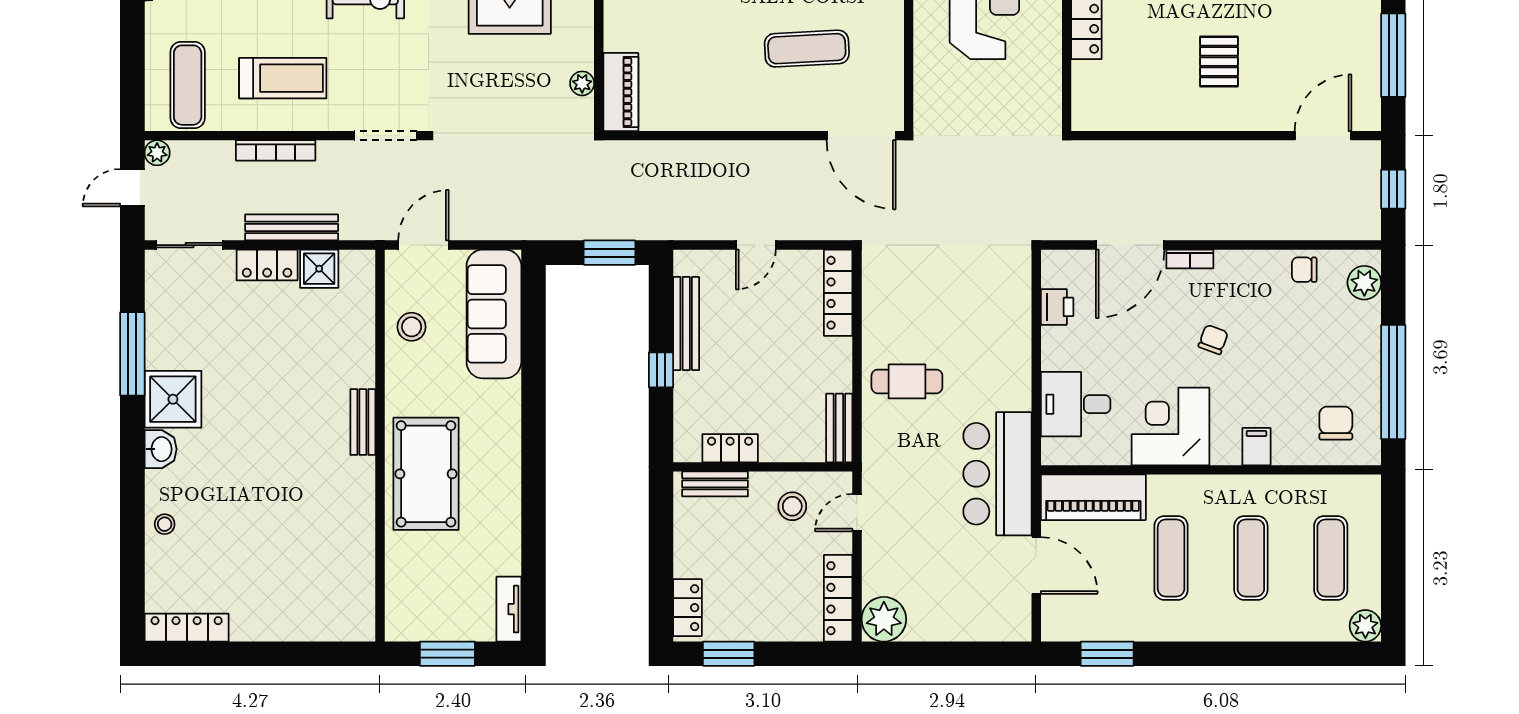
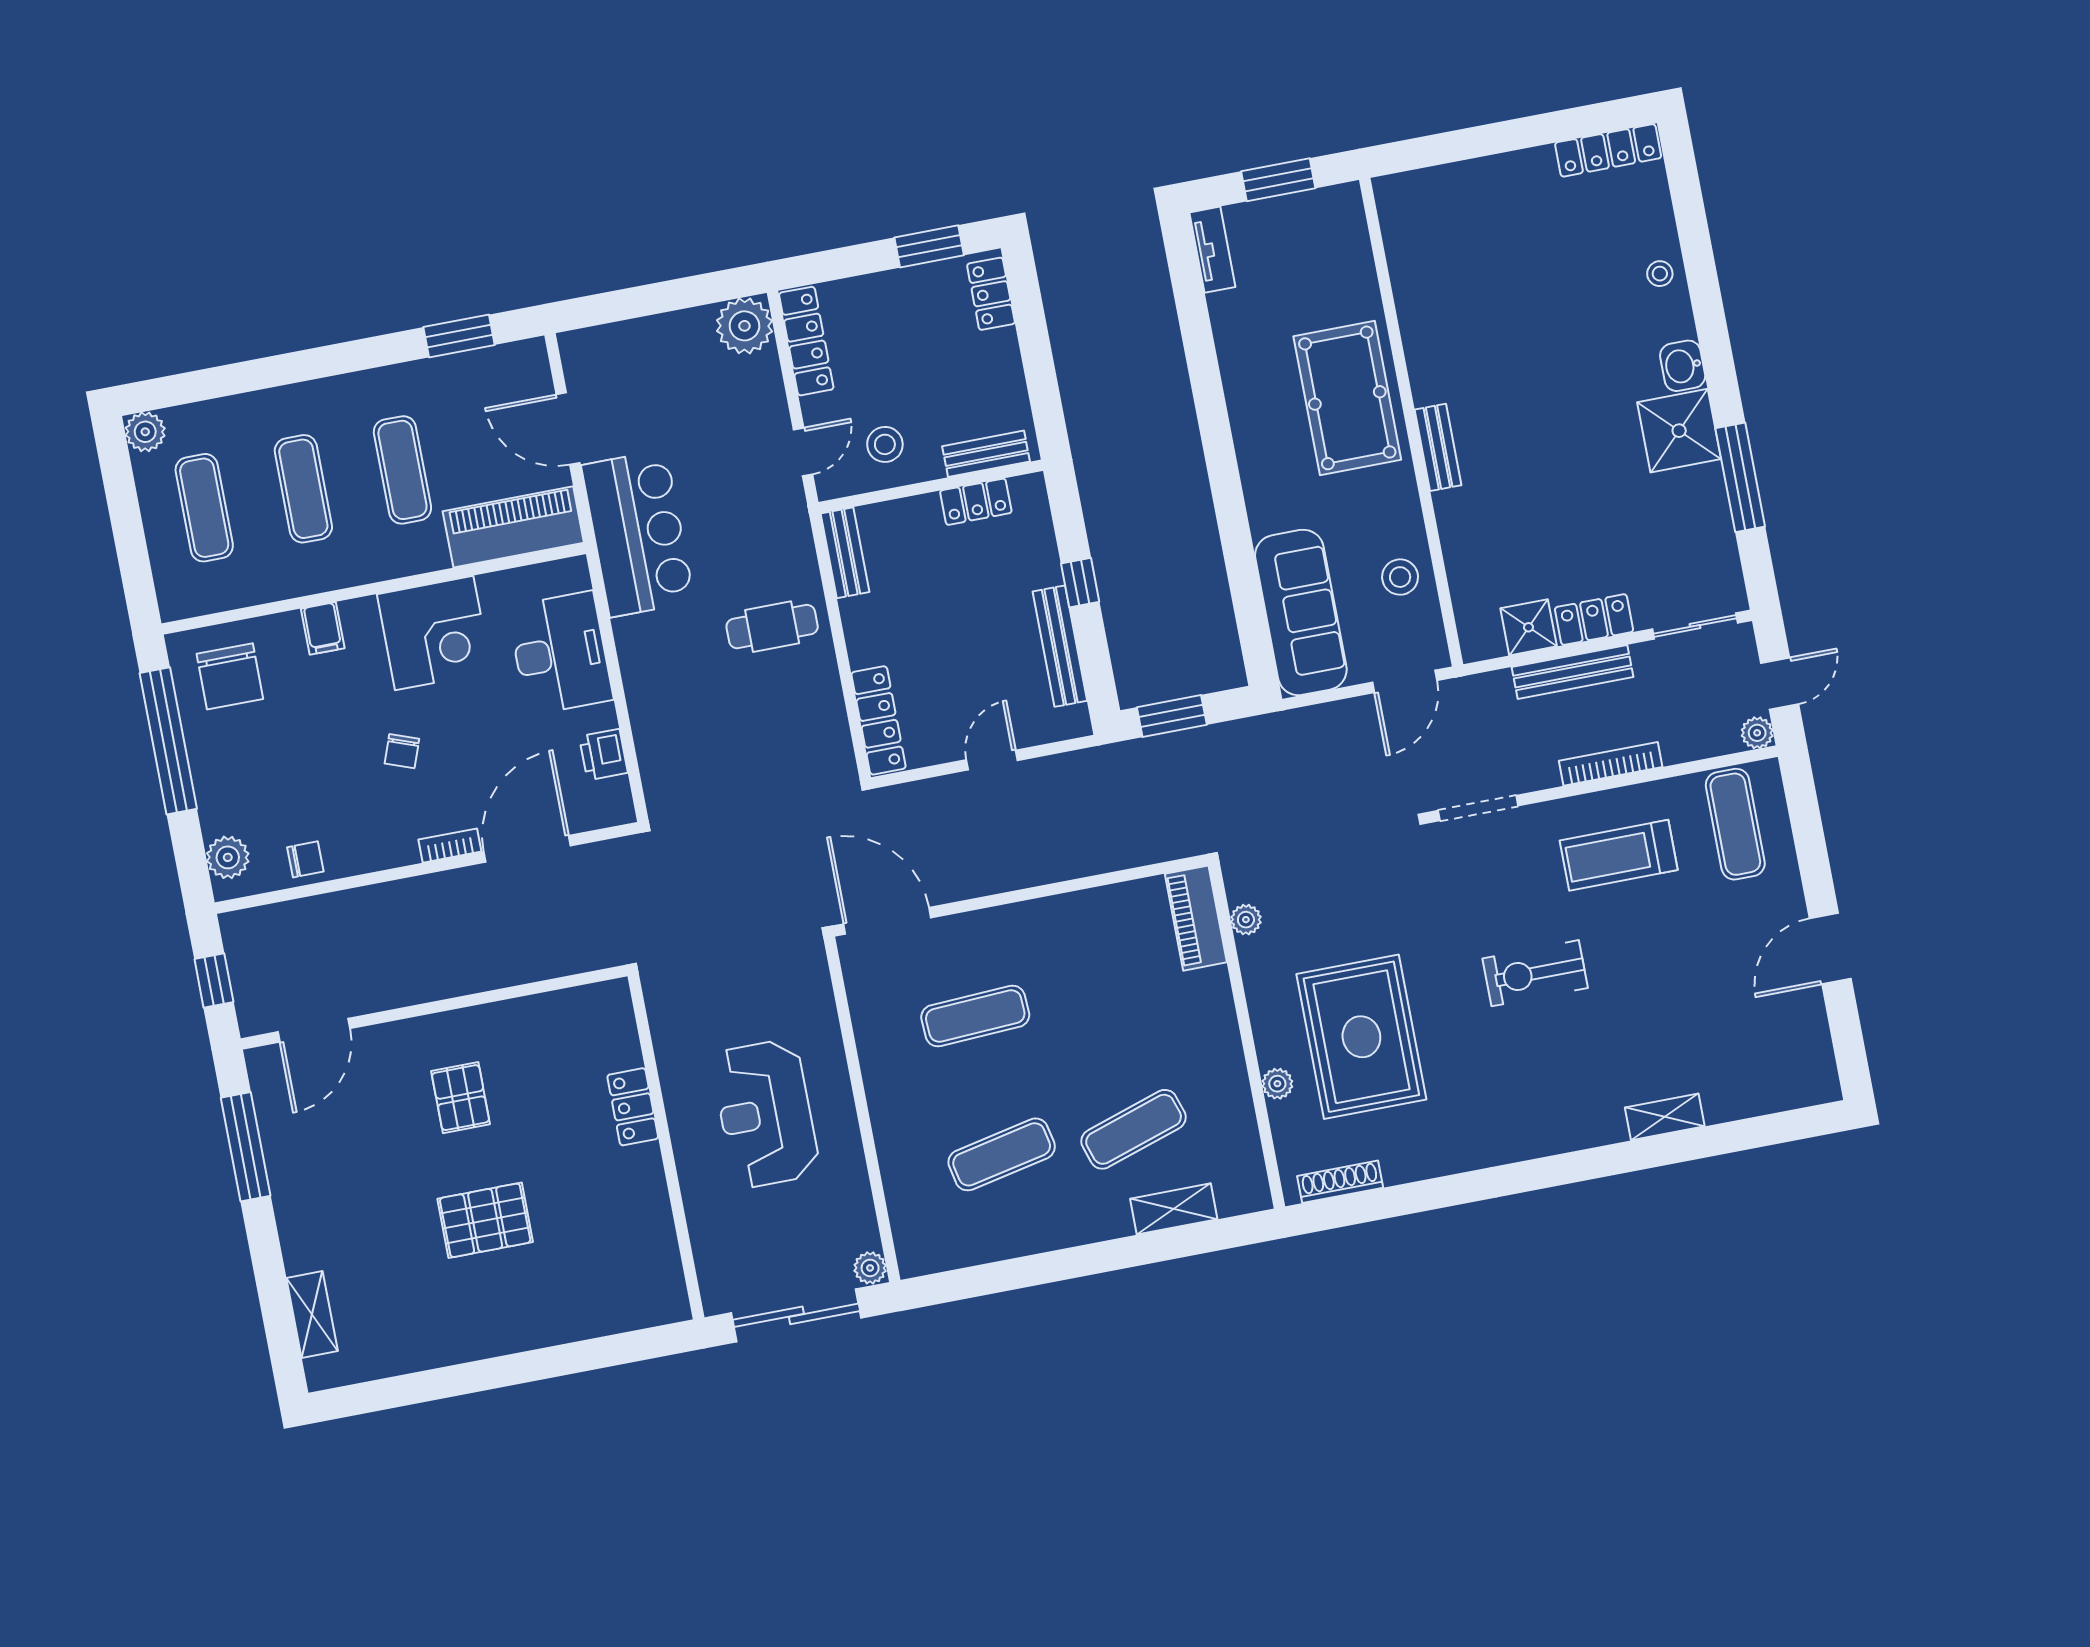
desk: (1076, 404) -> (560, 653), width x1.37
chair: (1336, 423) -> (230, 676), width x1.37, depth x1.37

